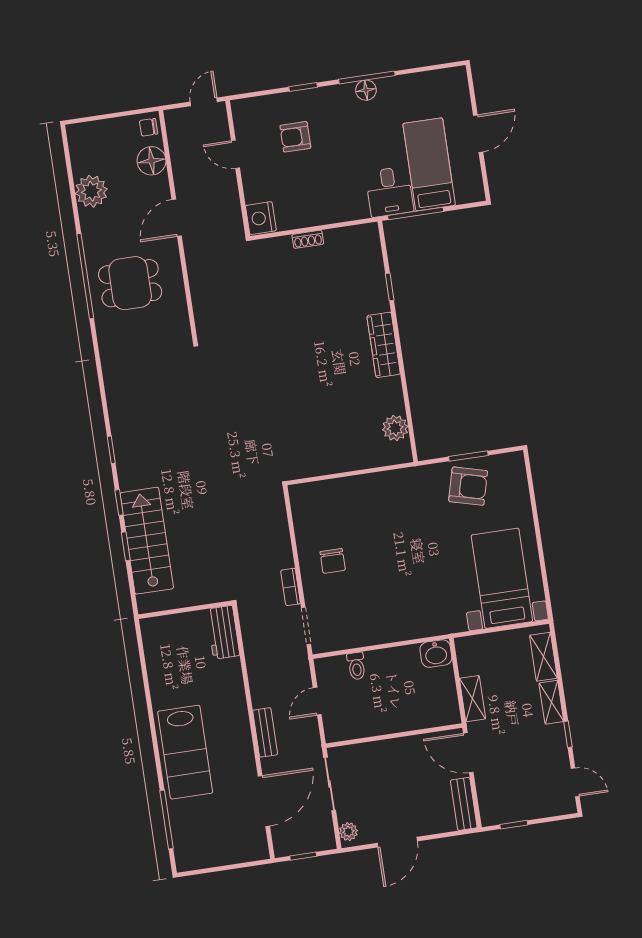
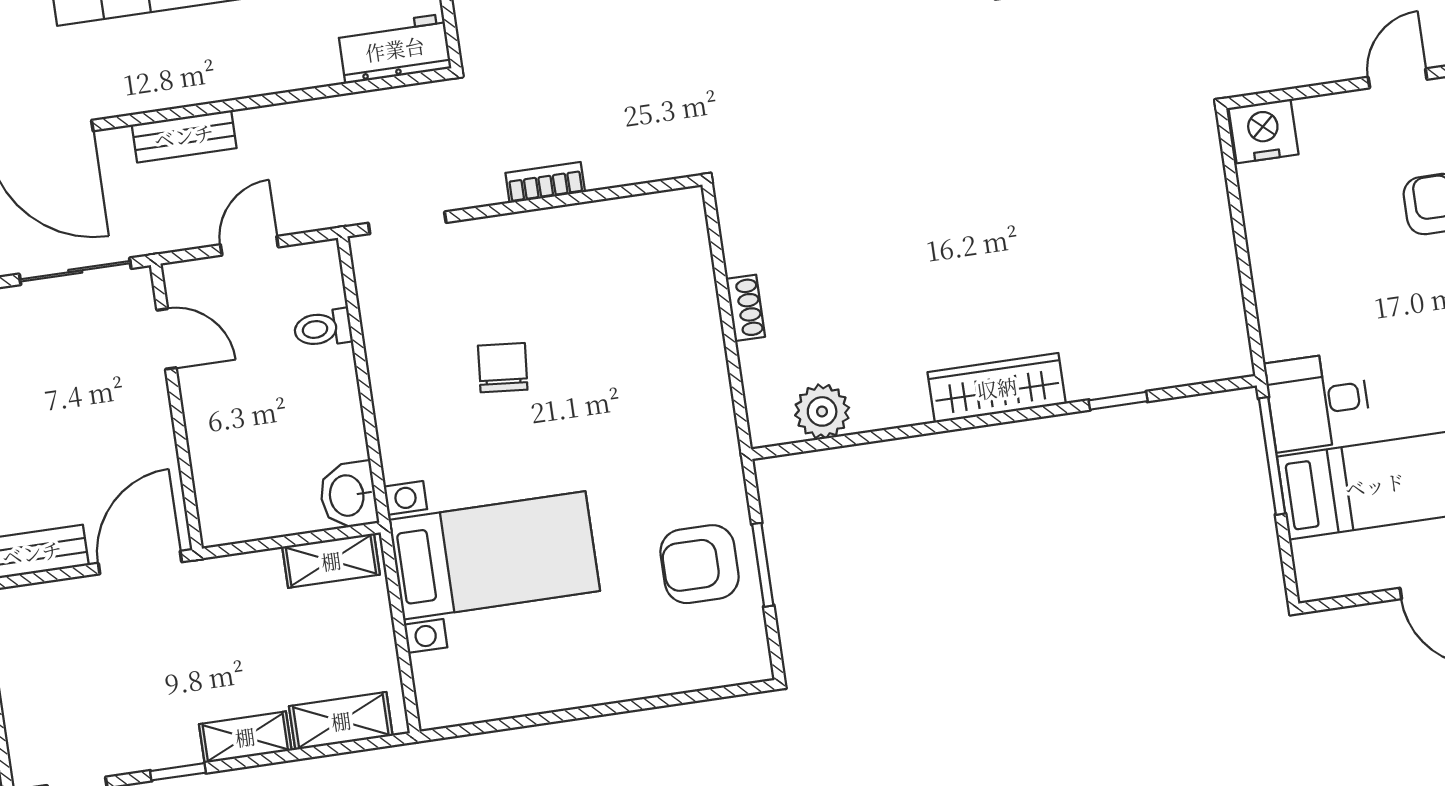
shoe rack: (308, 239) -> (745, 308), moved, turned 180
armchair: (468, 486) -> (700, 564), turned 75
chair: (333, 561) -> (503, 368), moved, turned 95
bed with nightstands: (502, 578) -> (494, 555), moved
bookcase: (291, 587) -> (545, 182), moved
shelving: (473, 699) -> (331, 561), moved
door: (317, 701) -> (249, 246), hinge flipped
door: (362, 740) -> (166, 339), added

